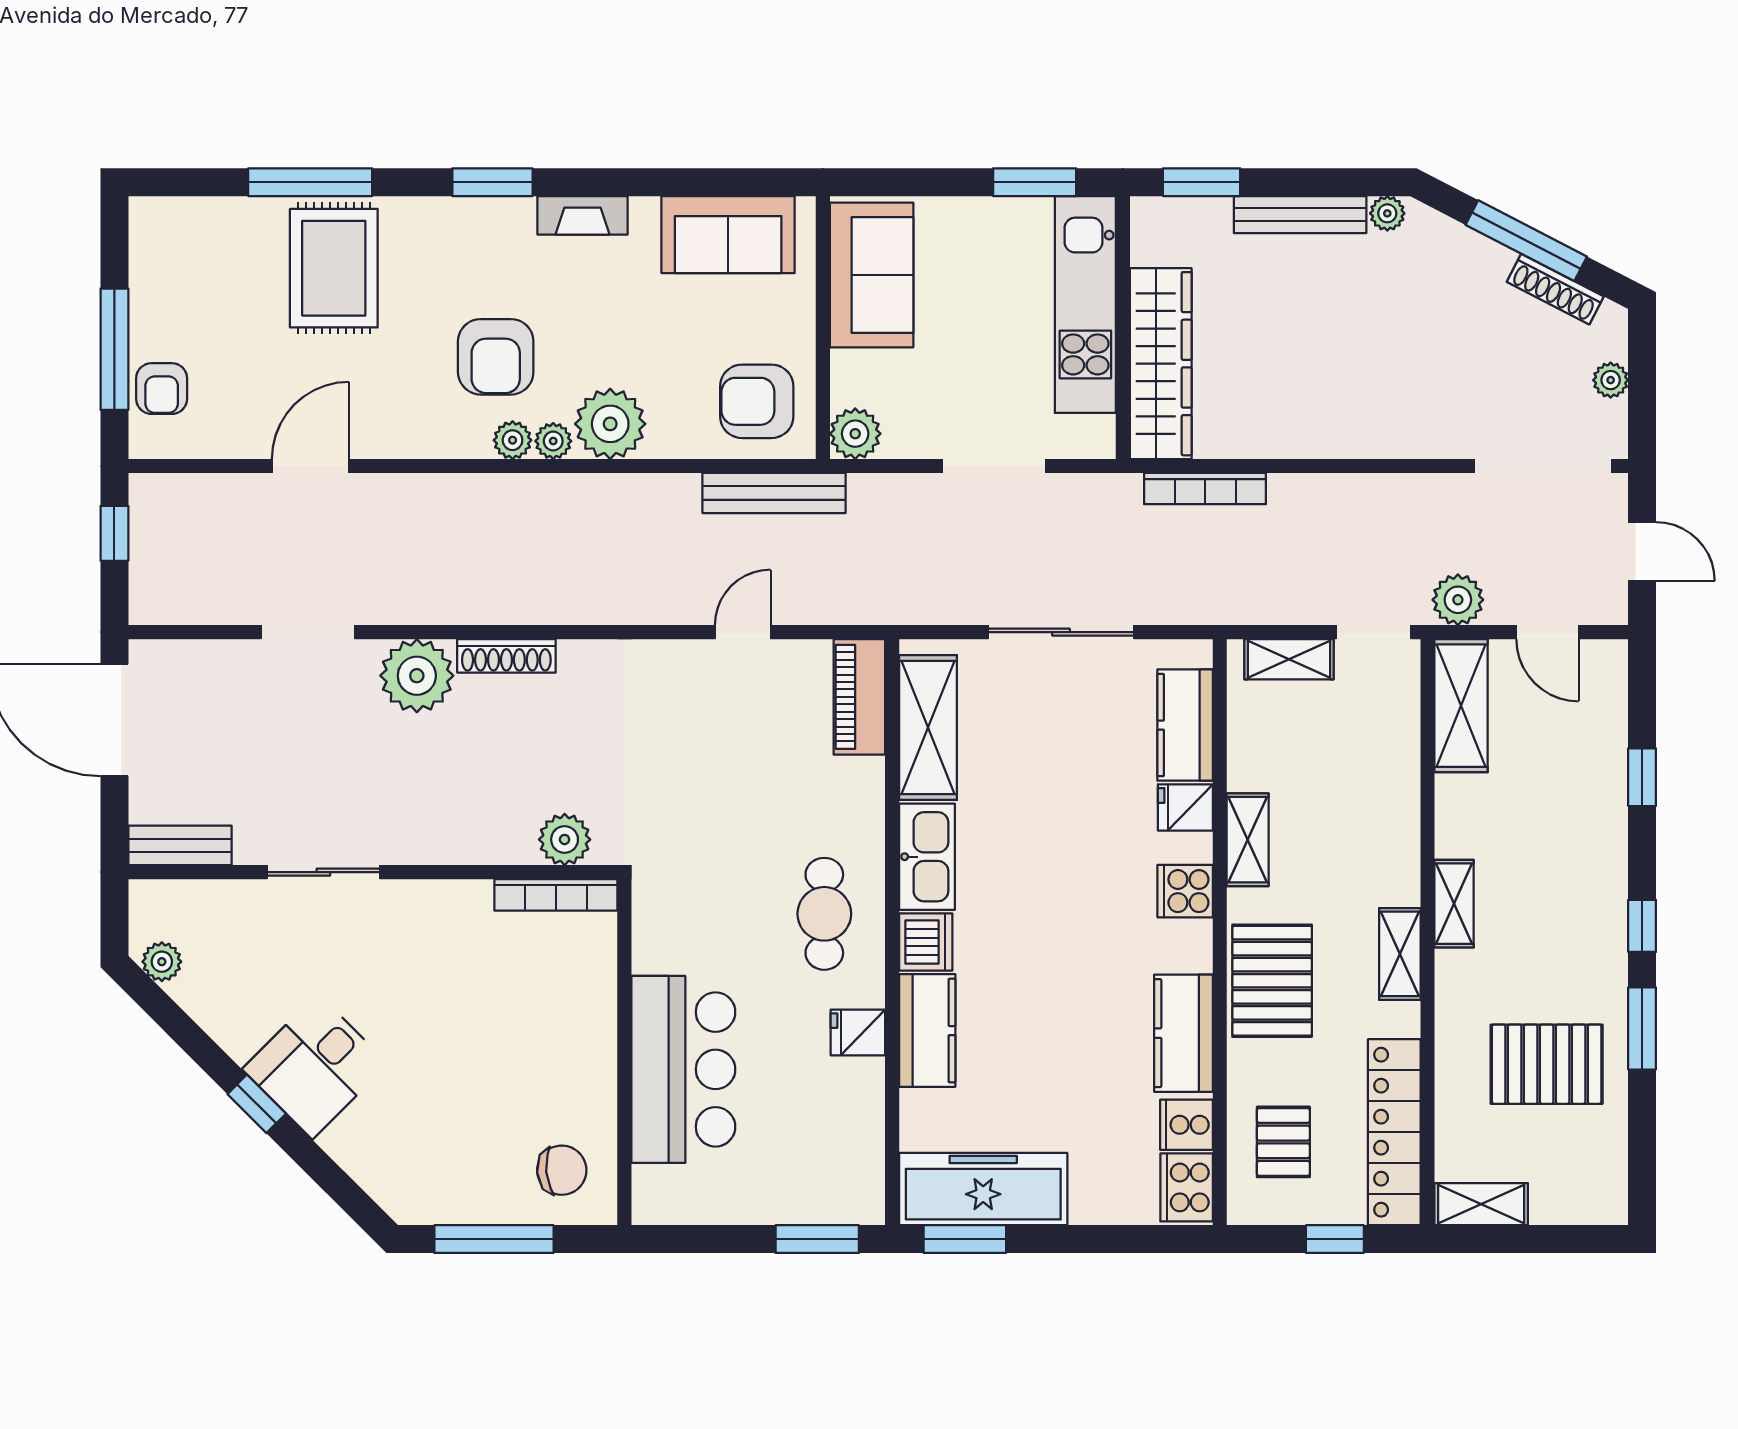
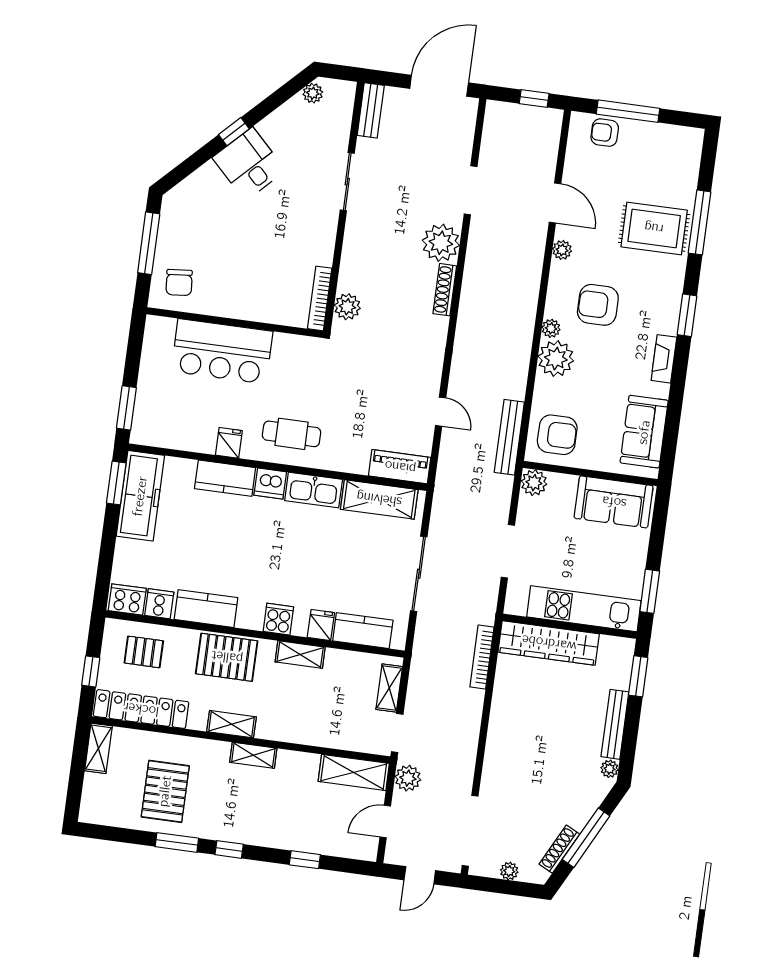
armchair: (757, 401) -> (557, 435), turned 90
plant: (513, 440) -> (562, 250), moved

